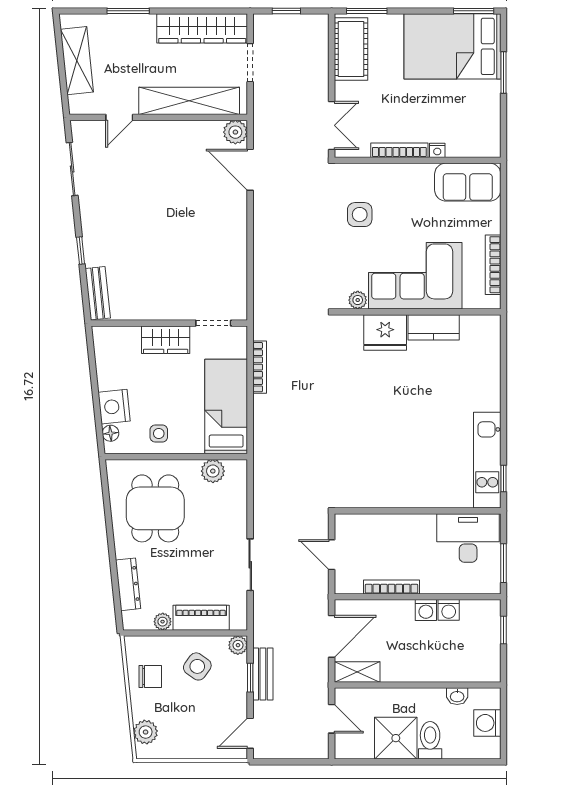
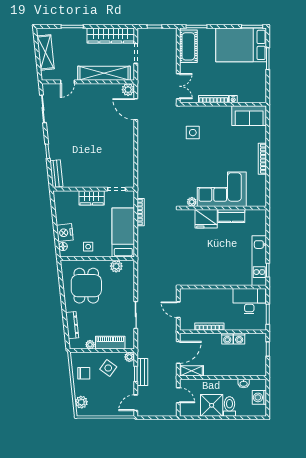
corner sofa: (415, 276) -> (222, 189), moved
plant: (358, 300) -> (192, 202), moved
wall: (418, 312) -> (223, 208), moved
kitchen counter: (434, 327) -> (231, 216), moved
fridge: (385, 333) -> (206, 219), moved

